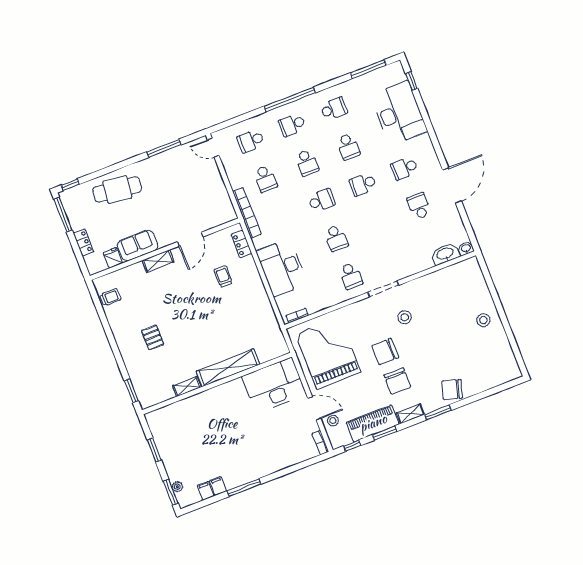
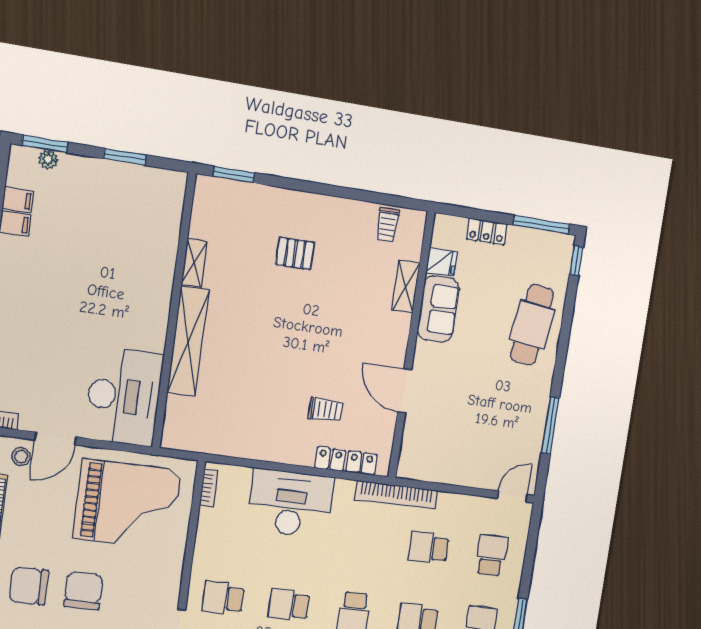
locker: (241, 244) -> (346, 461), width x1.53
shelving: (158, 261) -> (406, 287), moved

